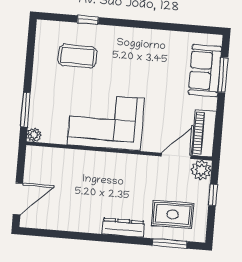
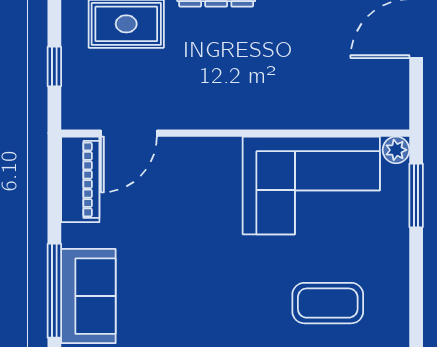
window: (223, 75) -> (54, 291), width x1.44
corner sofa: (106, 122) -> (311, 185), moved
plant: (201, 170) -> (80, 111), removed

